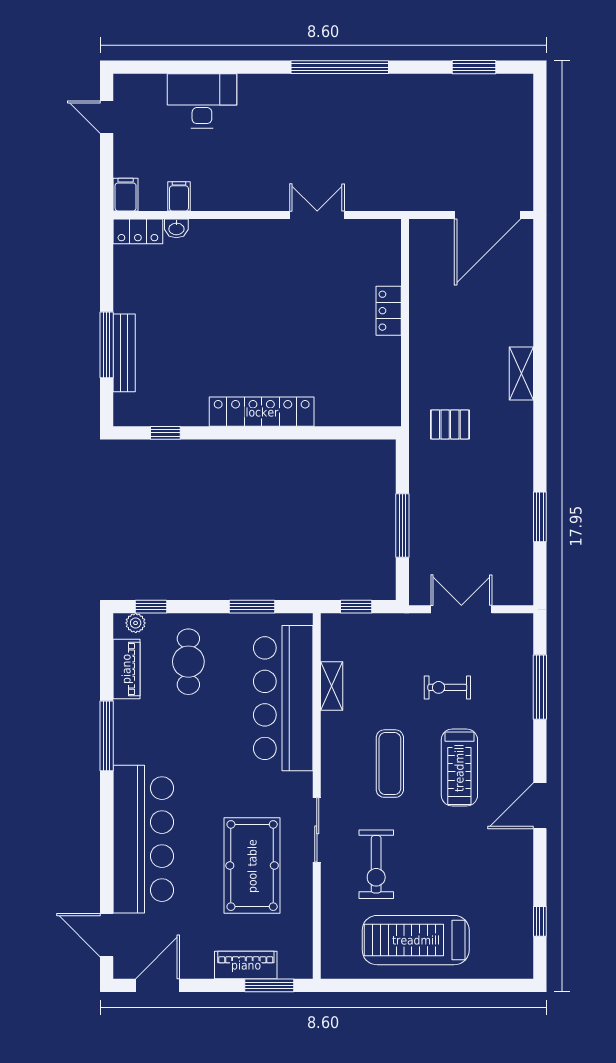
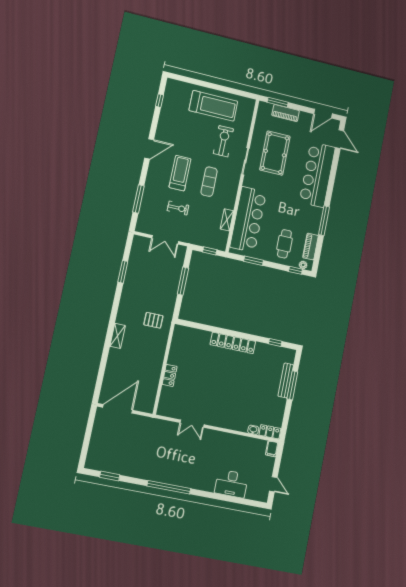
filing cabinet: (179, 196) -> (249, 444), removed

